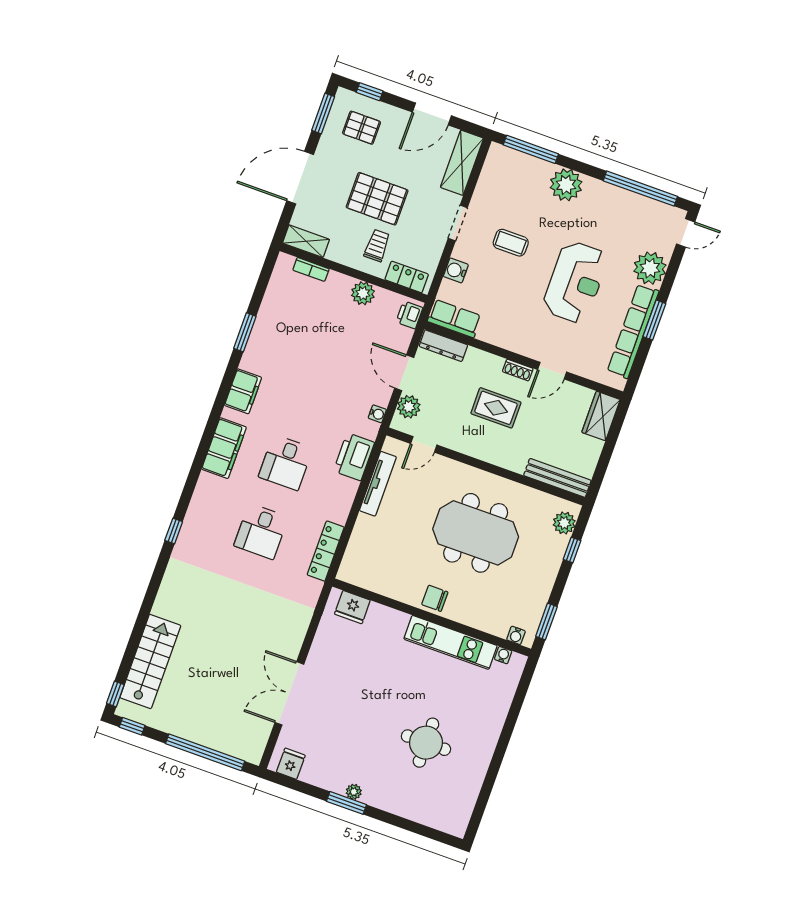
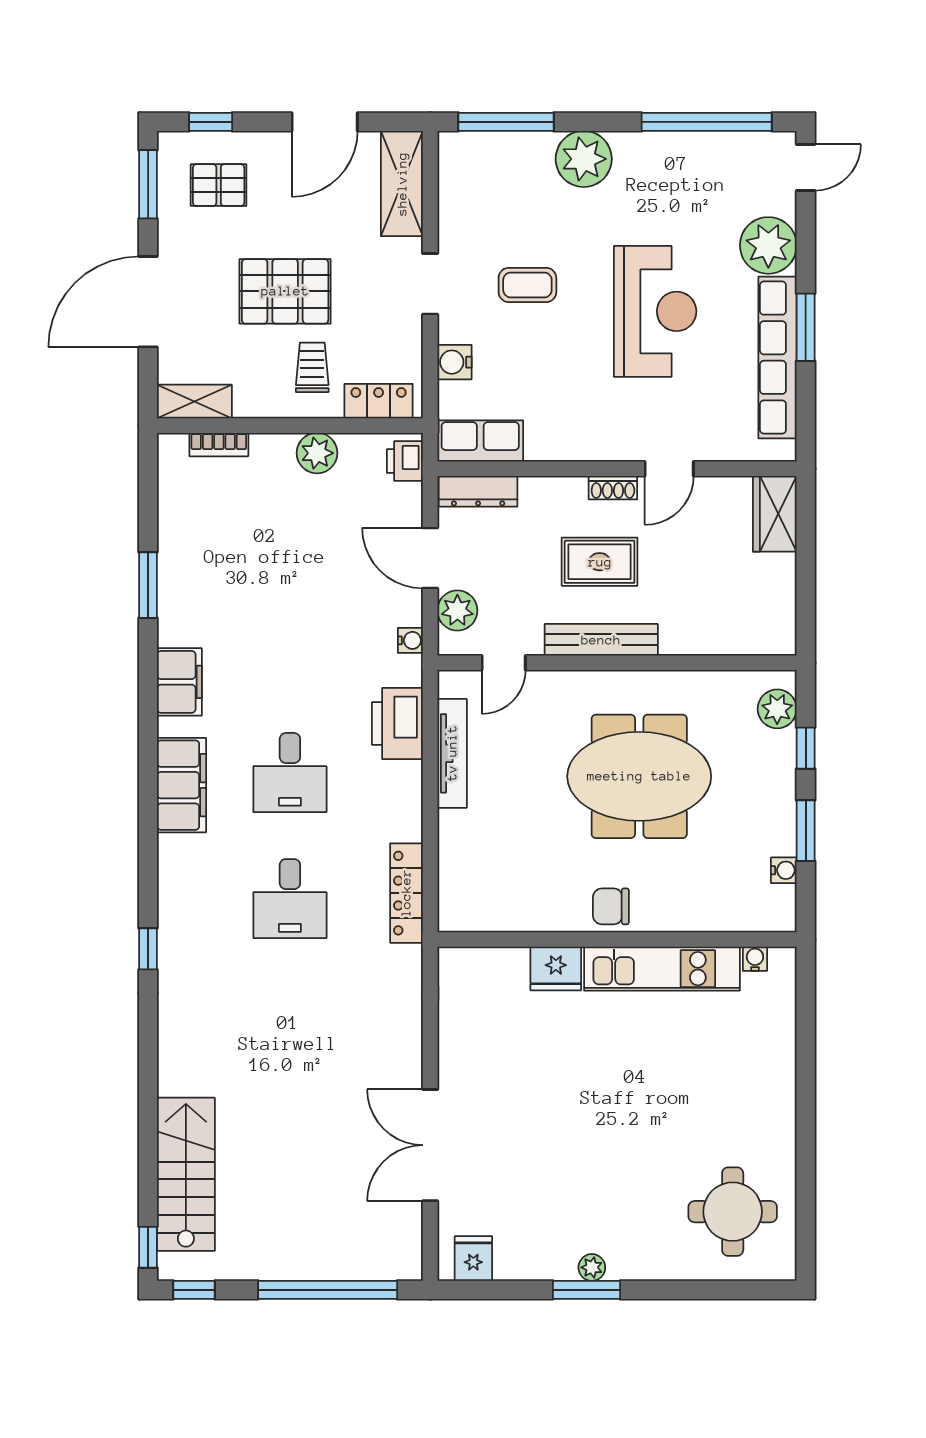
bench: (557, 478) -> (601, 640), moved
fridge: (352, 607) -> (556, 969), moved
window: (546, 621) -> (806, 831), moved
water cooler: (516, 635) -> (784, 870), moved, turned -90
round table: (426, 743) -> (733, 1212), moved

